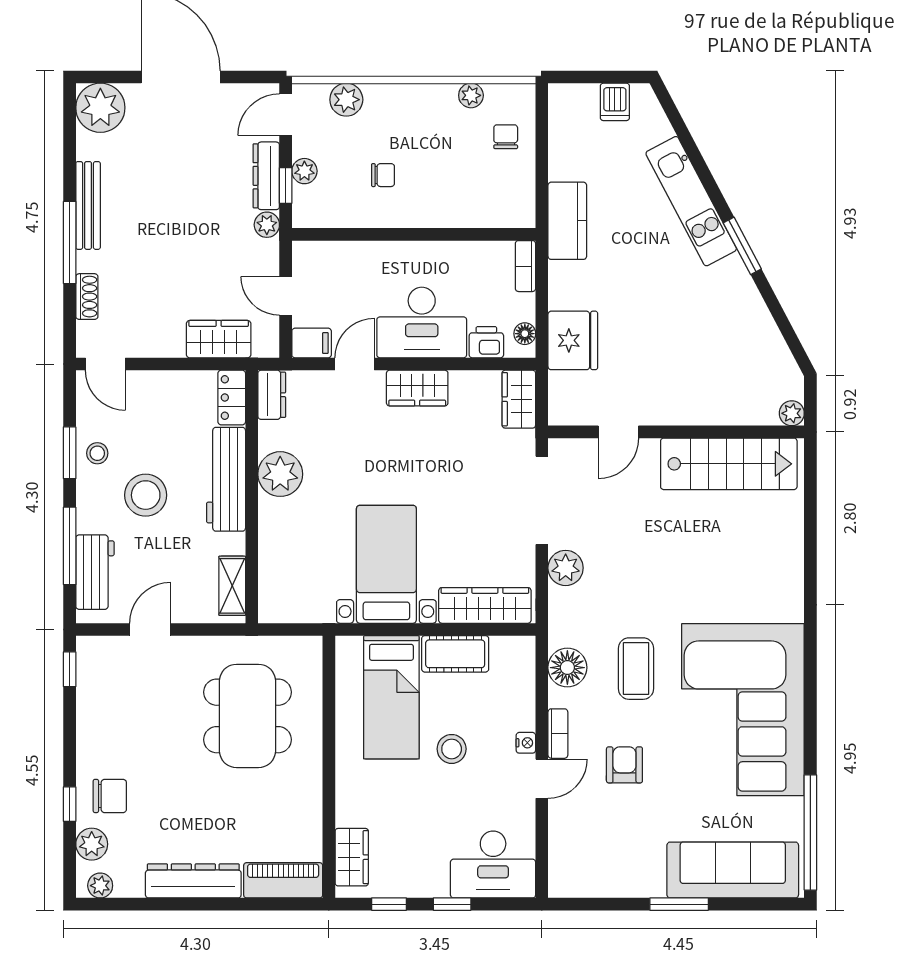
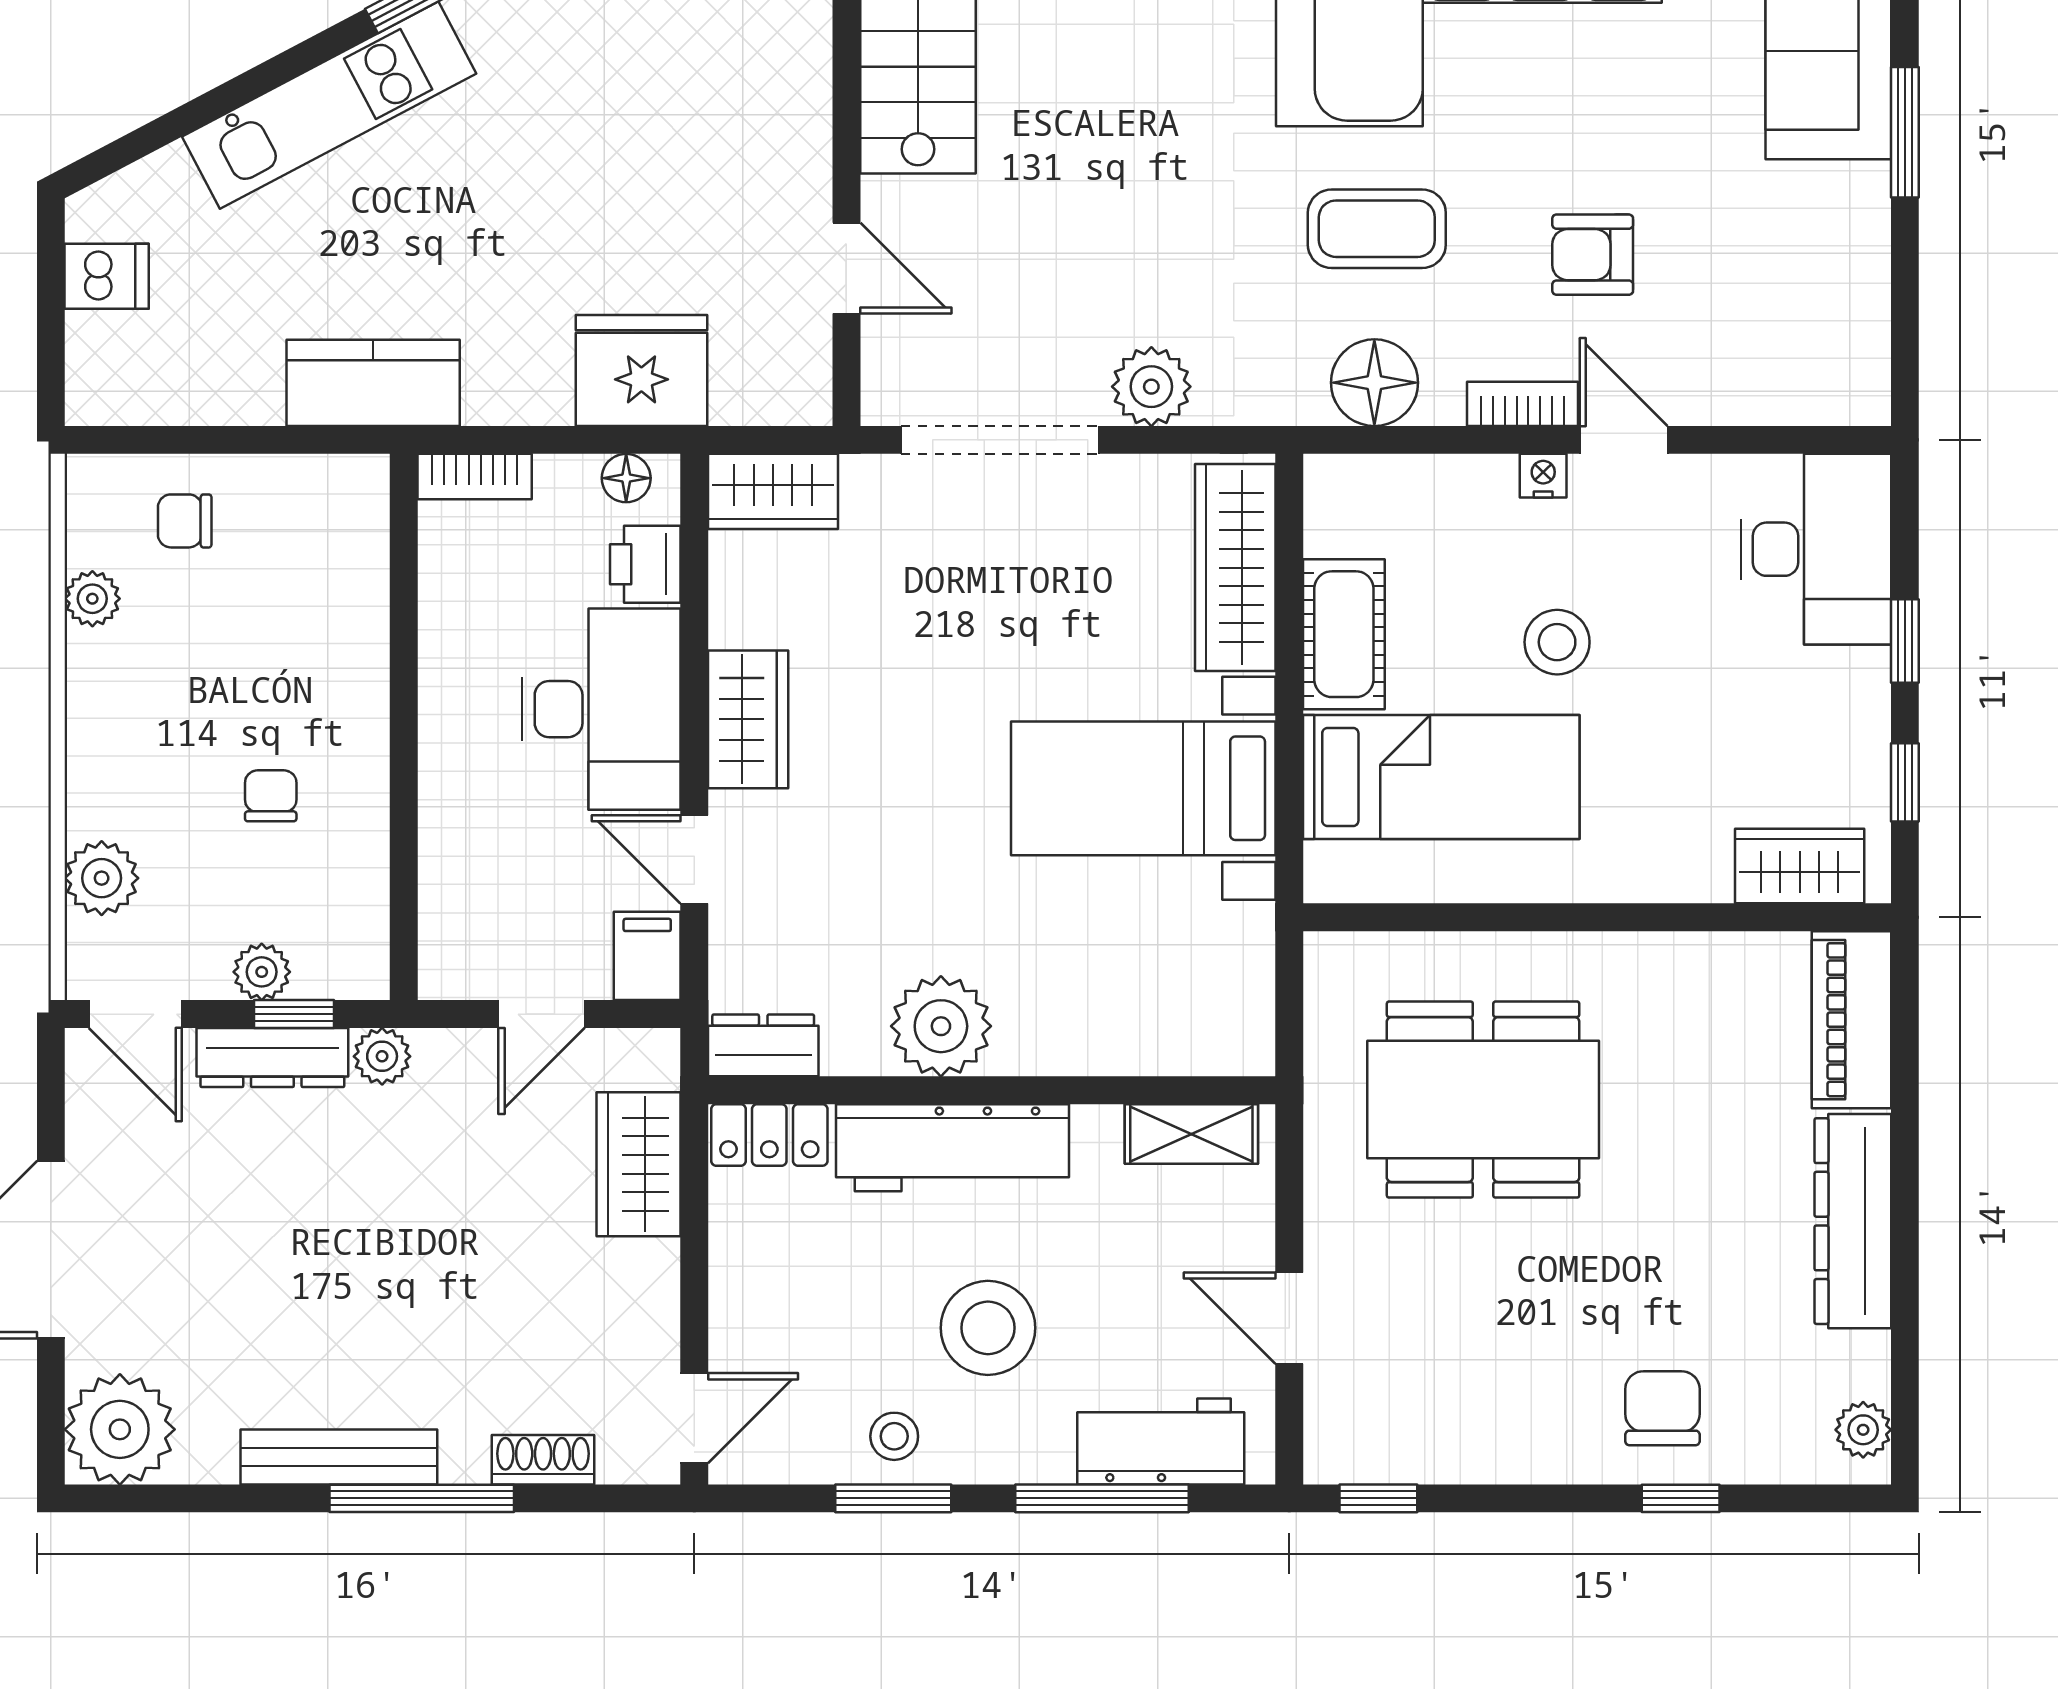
plant: (92, 844) -> (1770, 1449), removed

